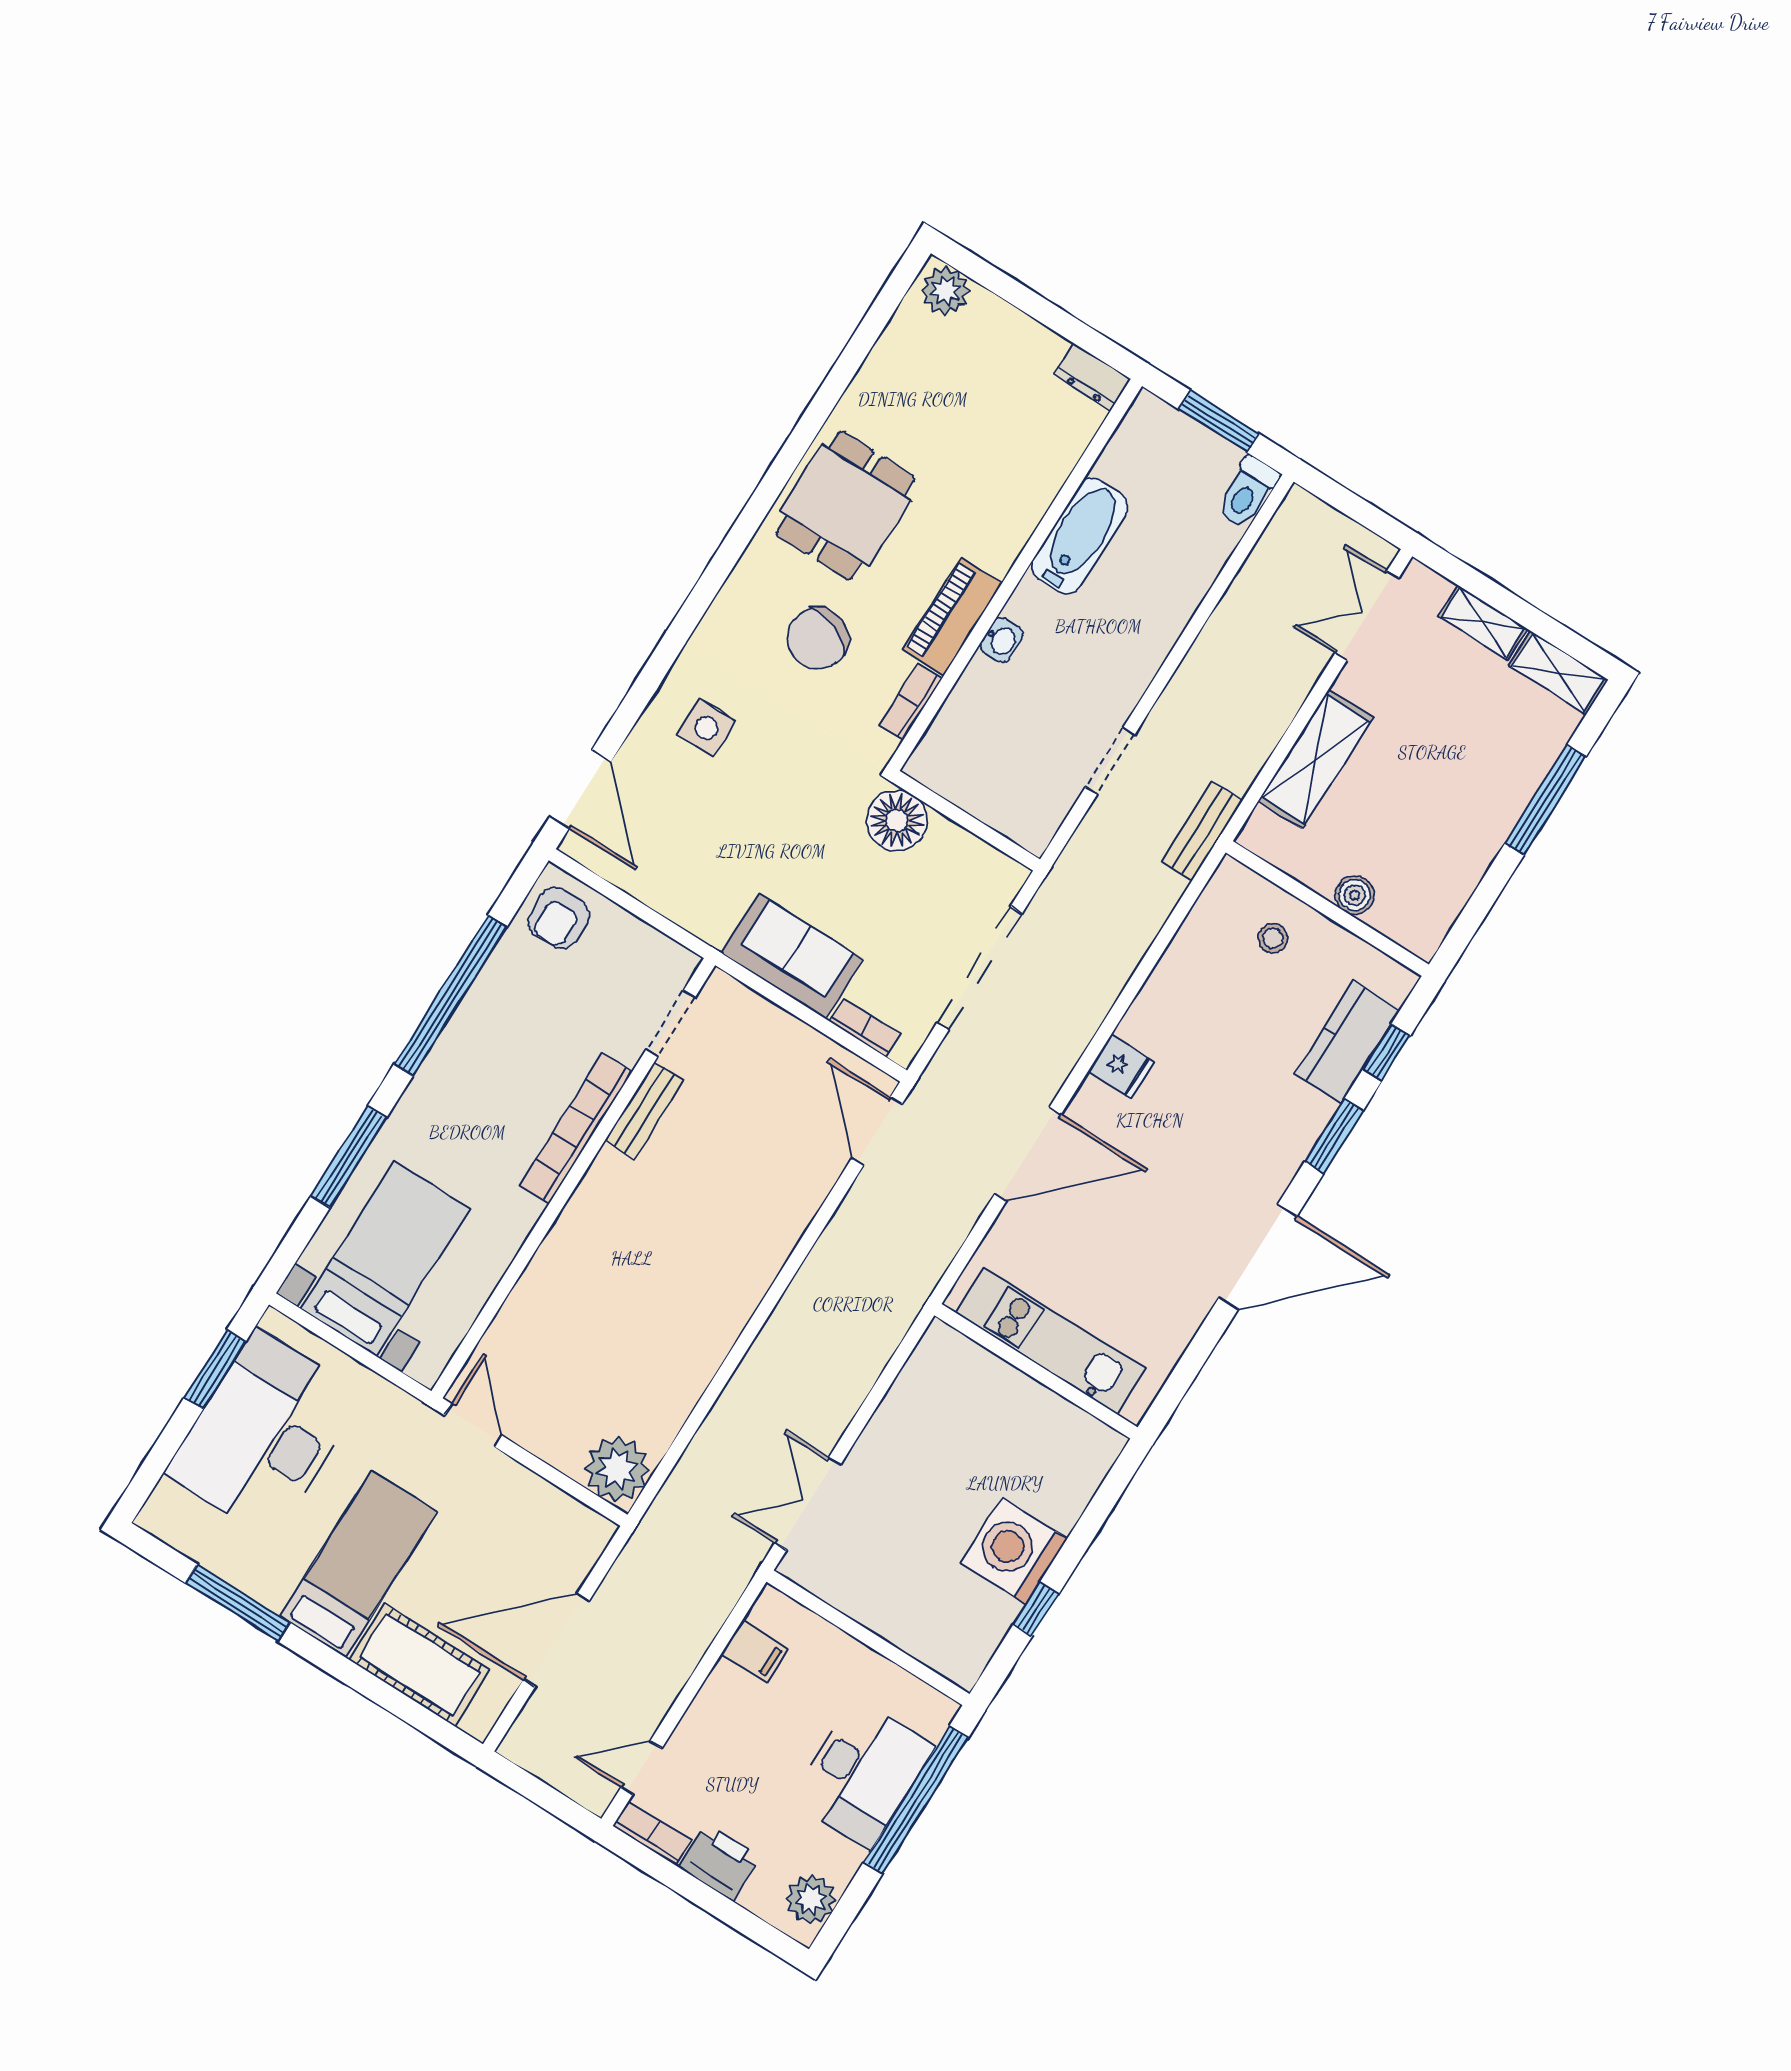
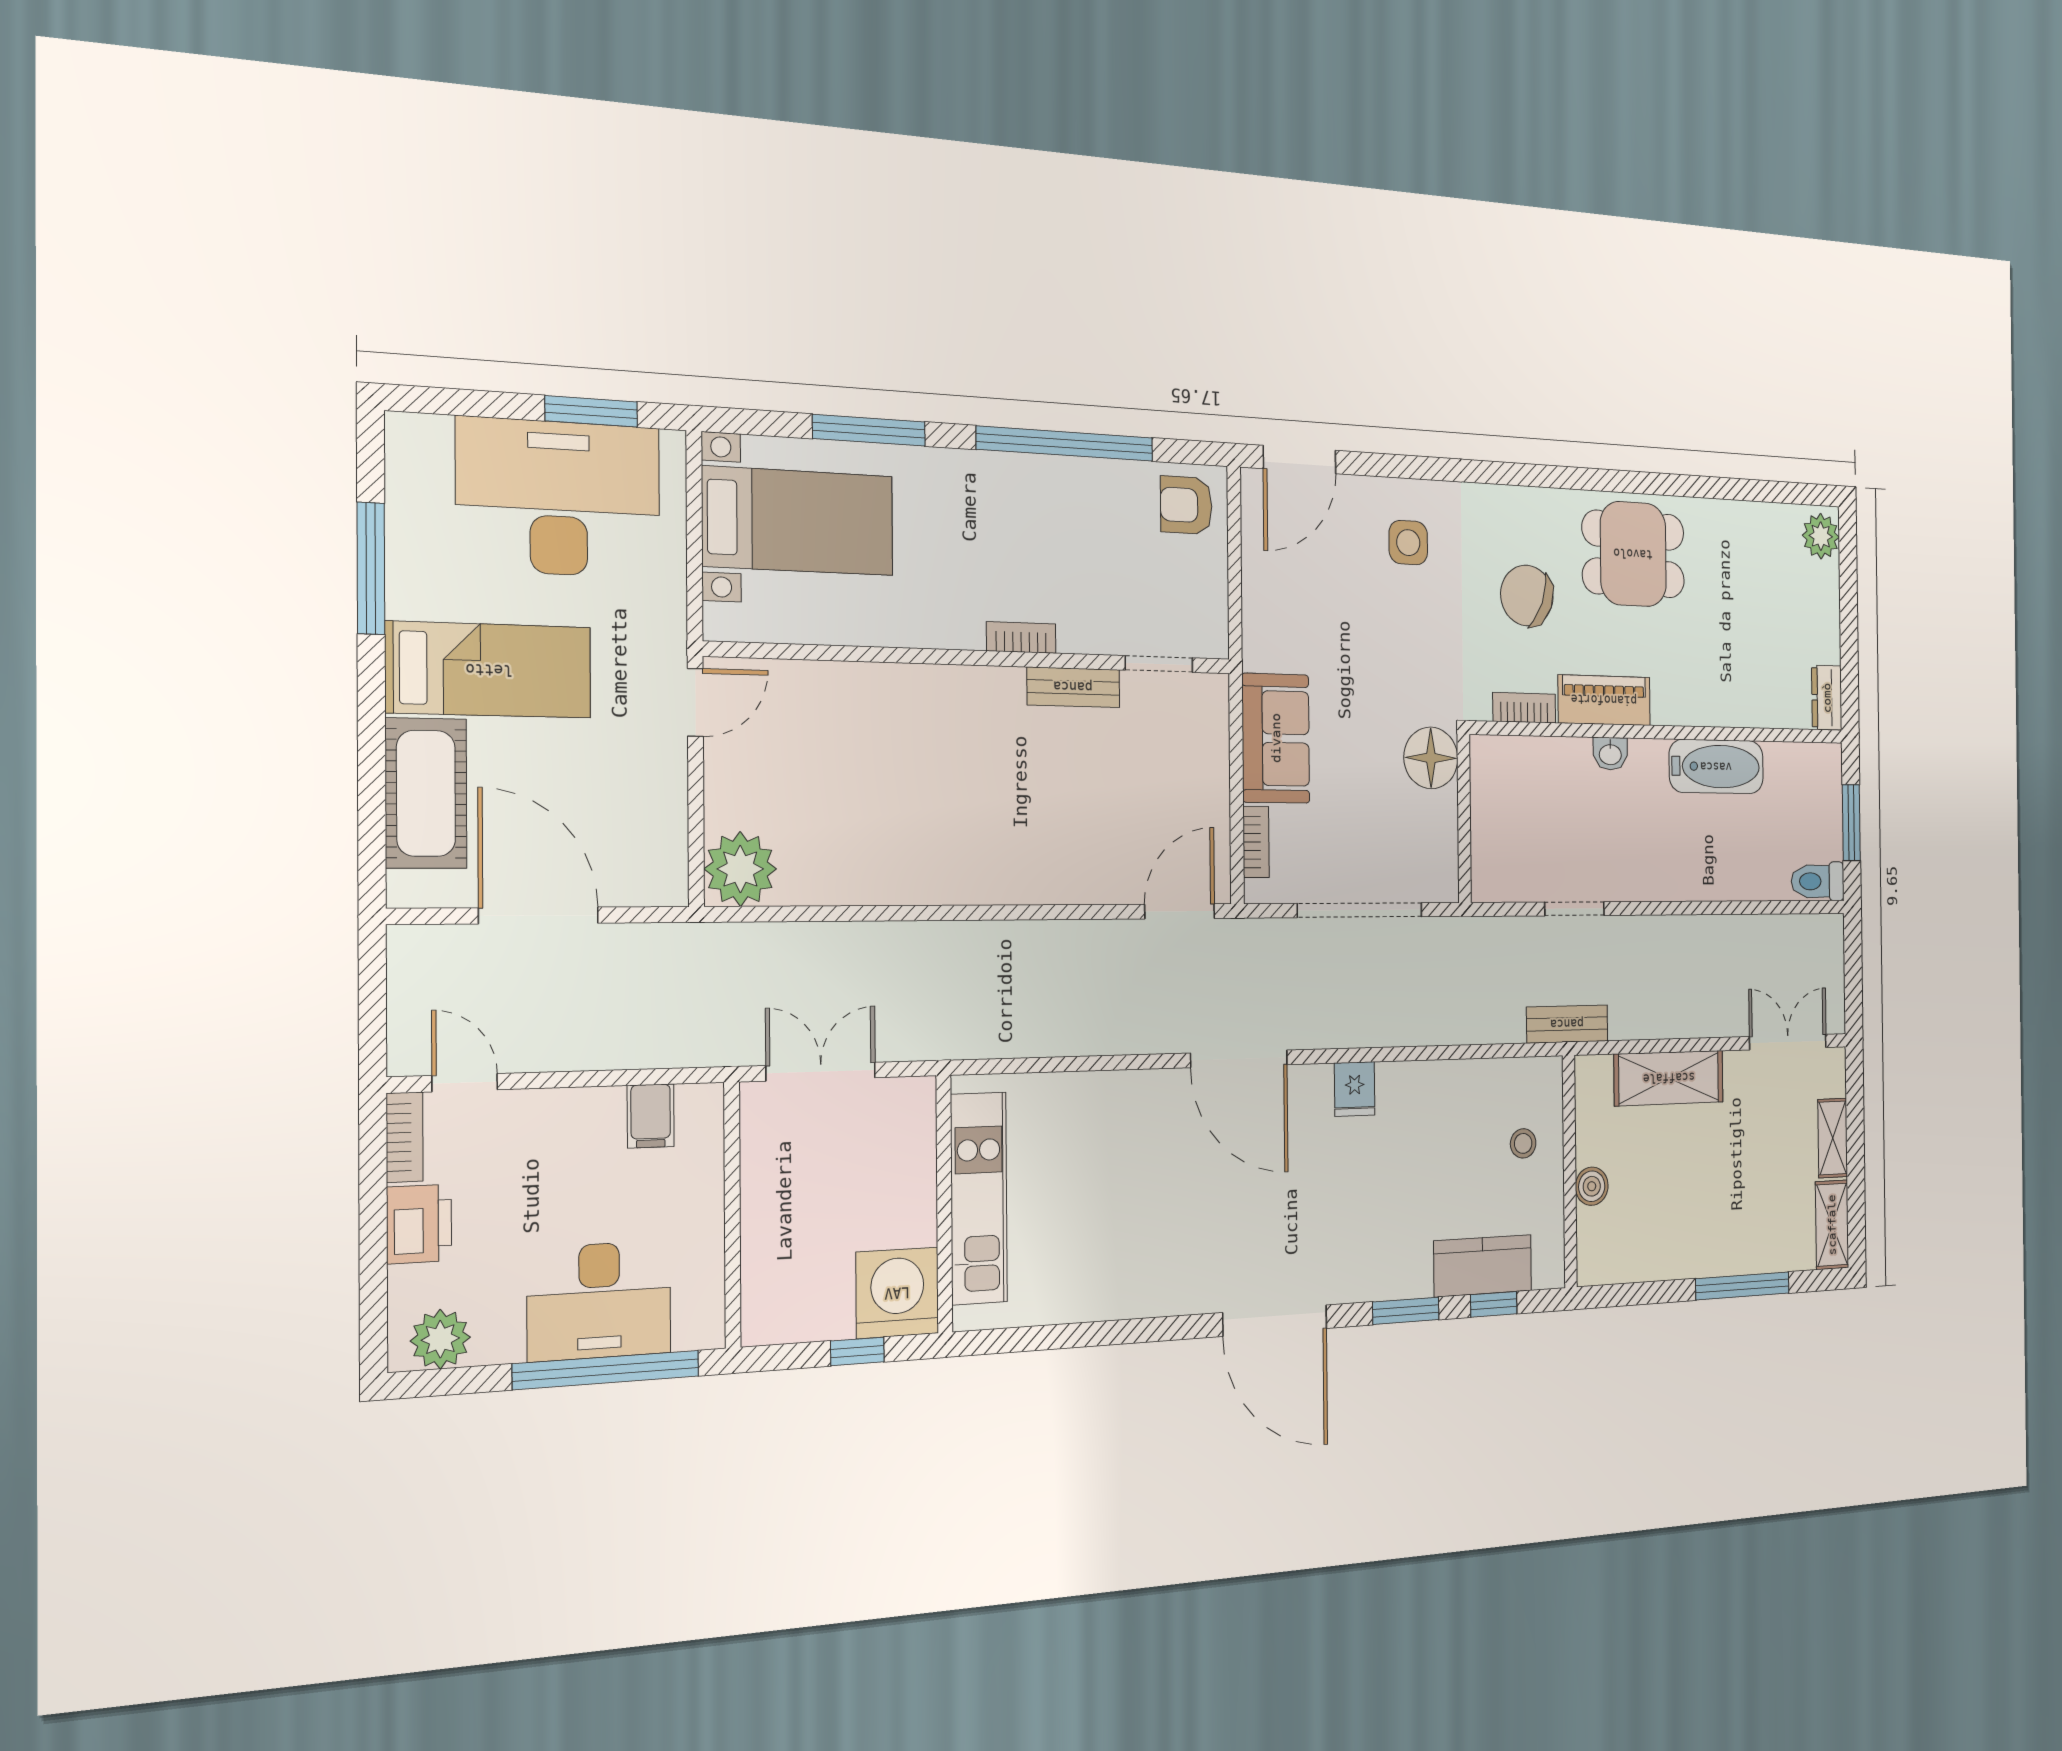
bookcase: (576, 1128) -> (1021, 637), width x0.43, depth x0.76
kitchen unit: (1051, 1341) -> (979, 1198), moved
wall: (1036, 1371) -> (944, 1204), moved

